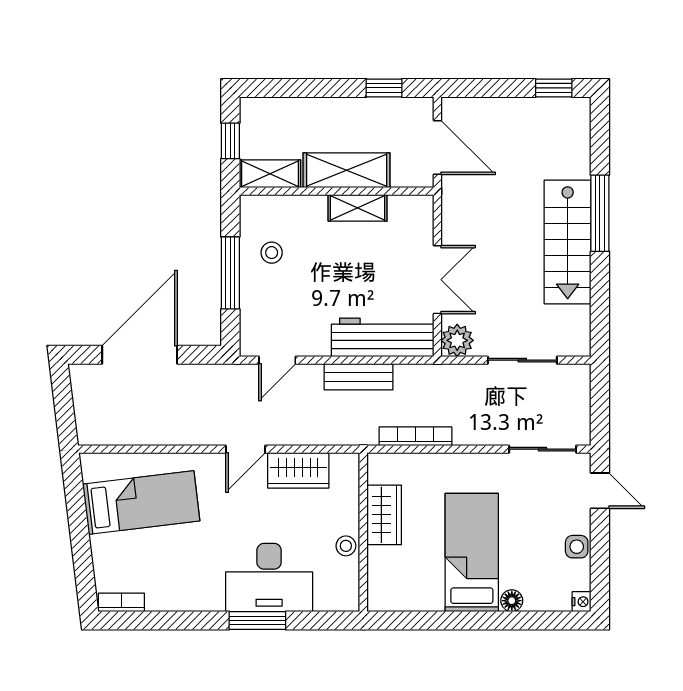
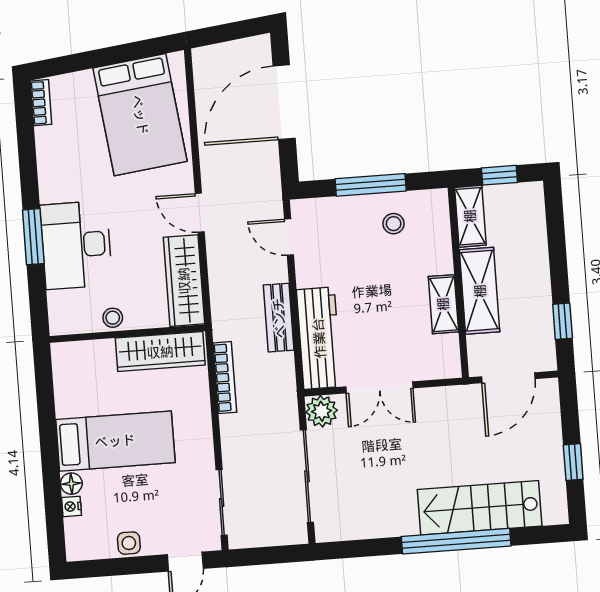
window: (554, 88) -> (573, 462), moved
window: (600, 213) -> (456, 541), width x1.46
stairs: (568, 242) -> (480, 508), moved
door: (140, 355) -> (284, 102), swing flipped
sliding door: (522, 360) -> (307, 476), width x1.37
wardrobe: (298, 470) -> (184, 281), width x1.50
bed: (141, 503) -> (140, 115), width x1.50
wardrobe: (384, 515) -> (160, 352), width x1.50
nightstand: (582, 602) -> (72, 506), moved, turned 90

